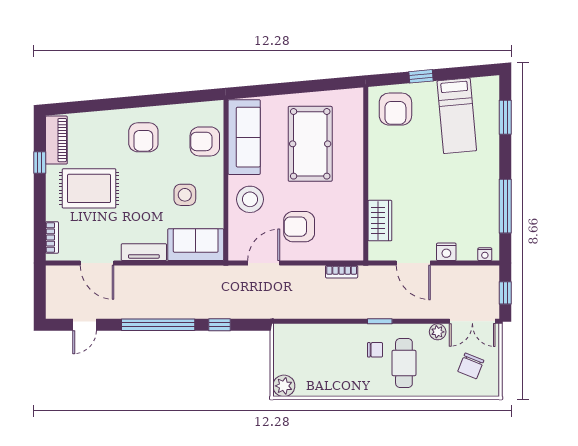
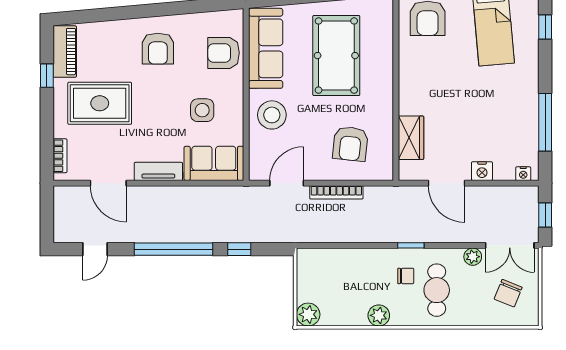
window: (505, 117) -> (545, 27), width x0.67
armchair: (299, 227) -> (350, 144), moved, turned -84
bookcase: (342, 272) -> (336, 192), moved, width x1.56
plant: (350, 387) -> (379, 315), added

